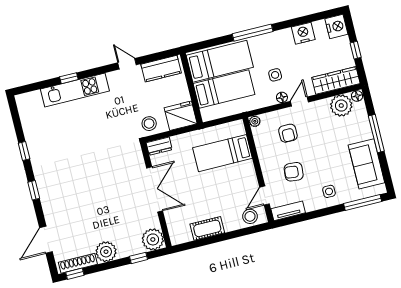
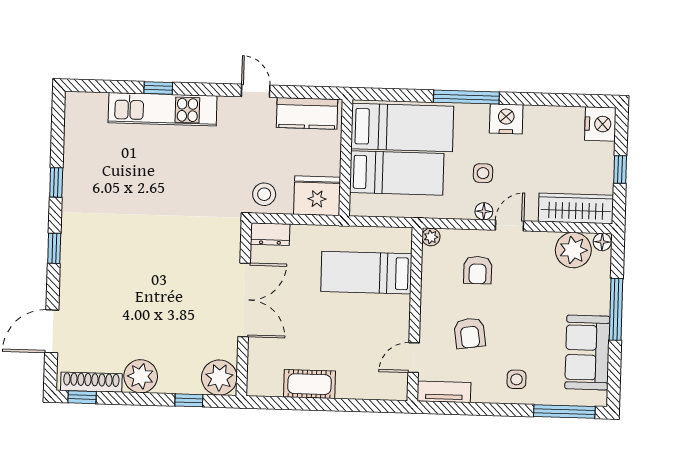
nightstand: (303, 33) -> (506, 119), moved
armchair: (294, 172) -> (470, 333), turned -103
stool: (250, 216) -> (382, 384), removed

